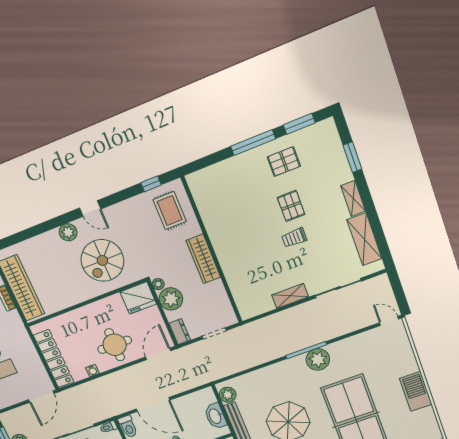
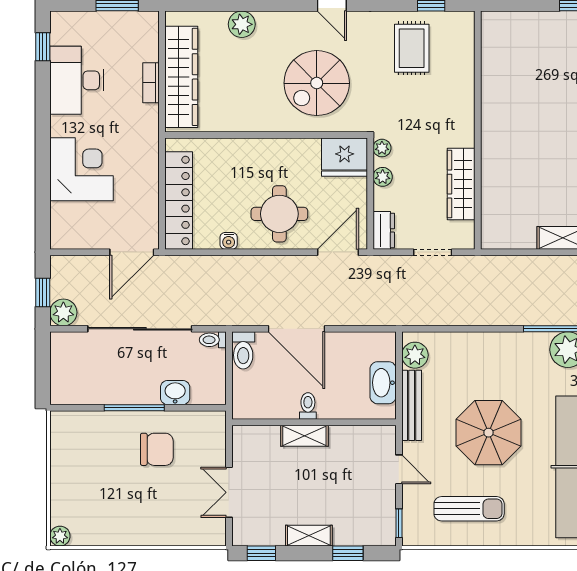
rug: (170, 211) -> (412, 48), moved
plant: (68, 232) -> (242, 24), moved
wardrobe: (203, 259) -> (461, 184), moved
plant: (171, 299) -> (383, 177), width x0.53, depth x0.53

